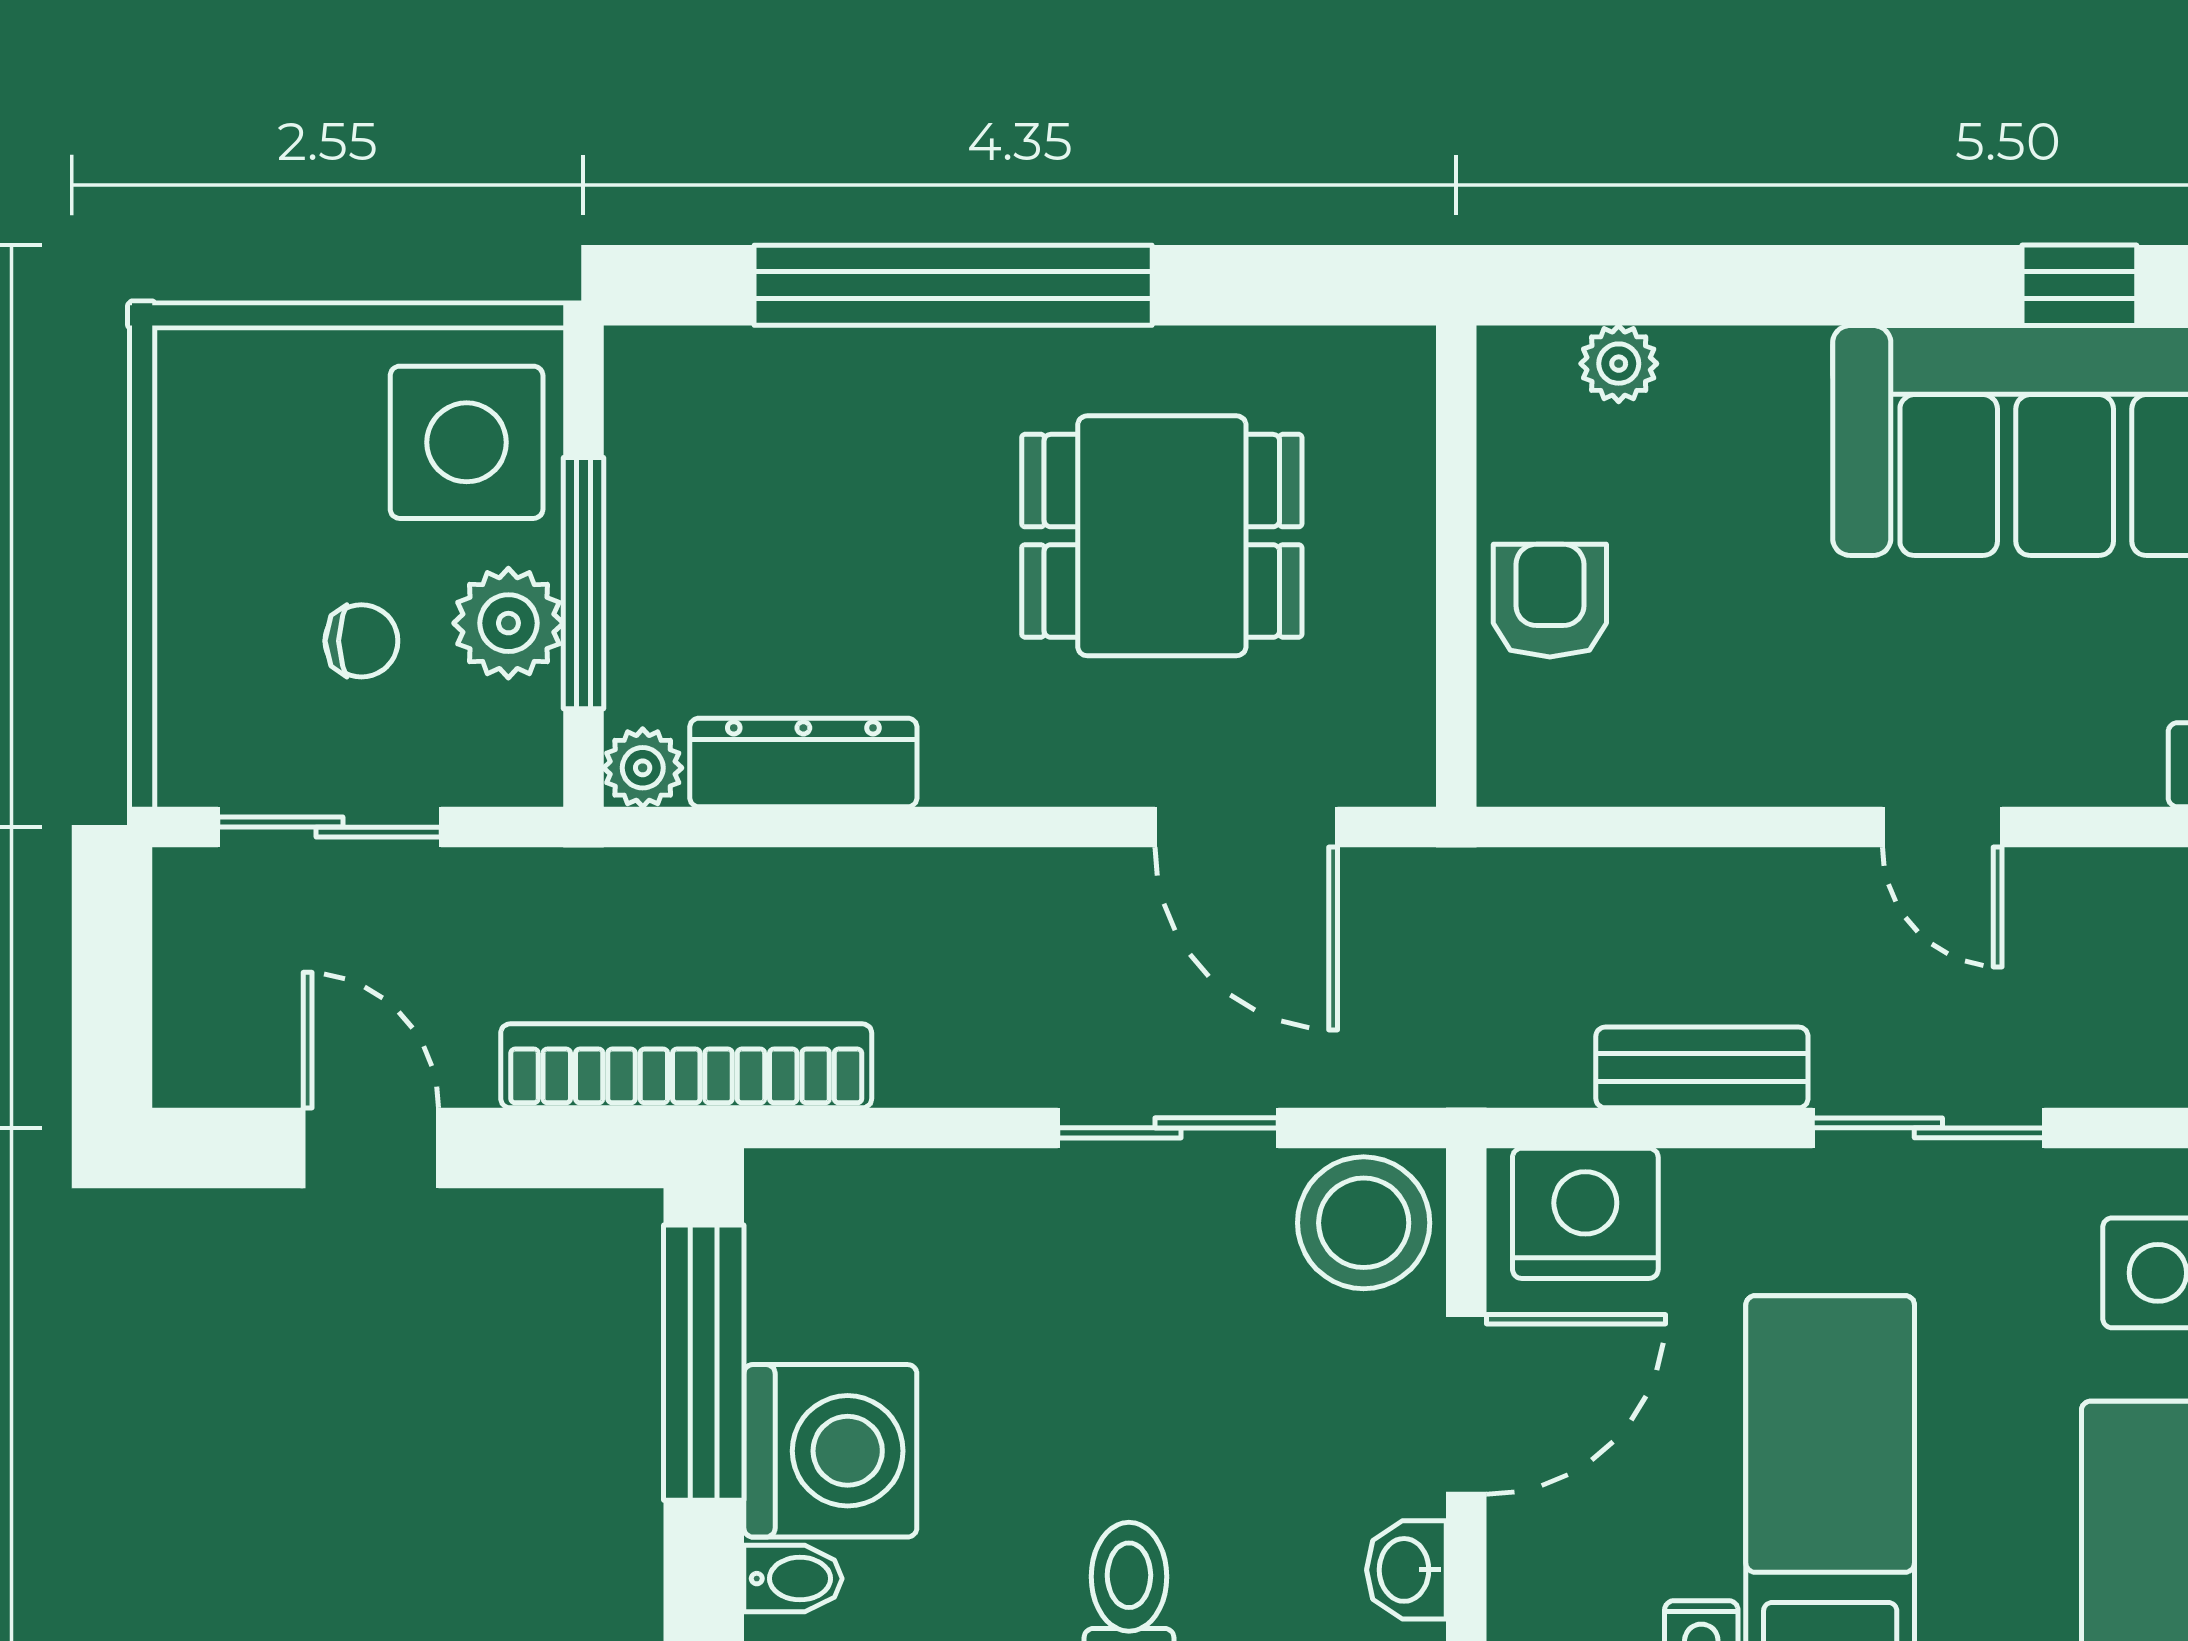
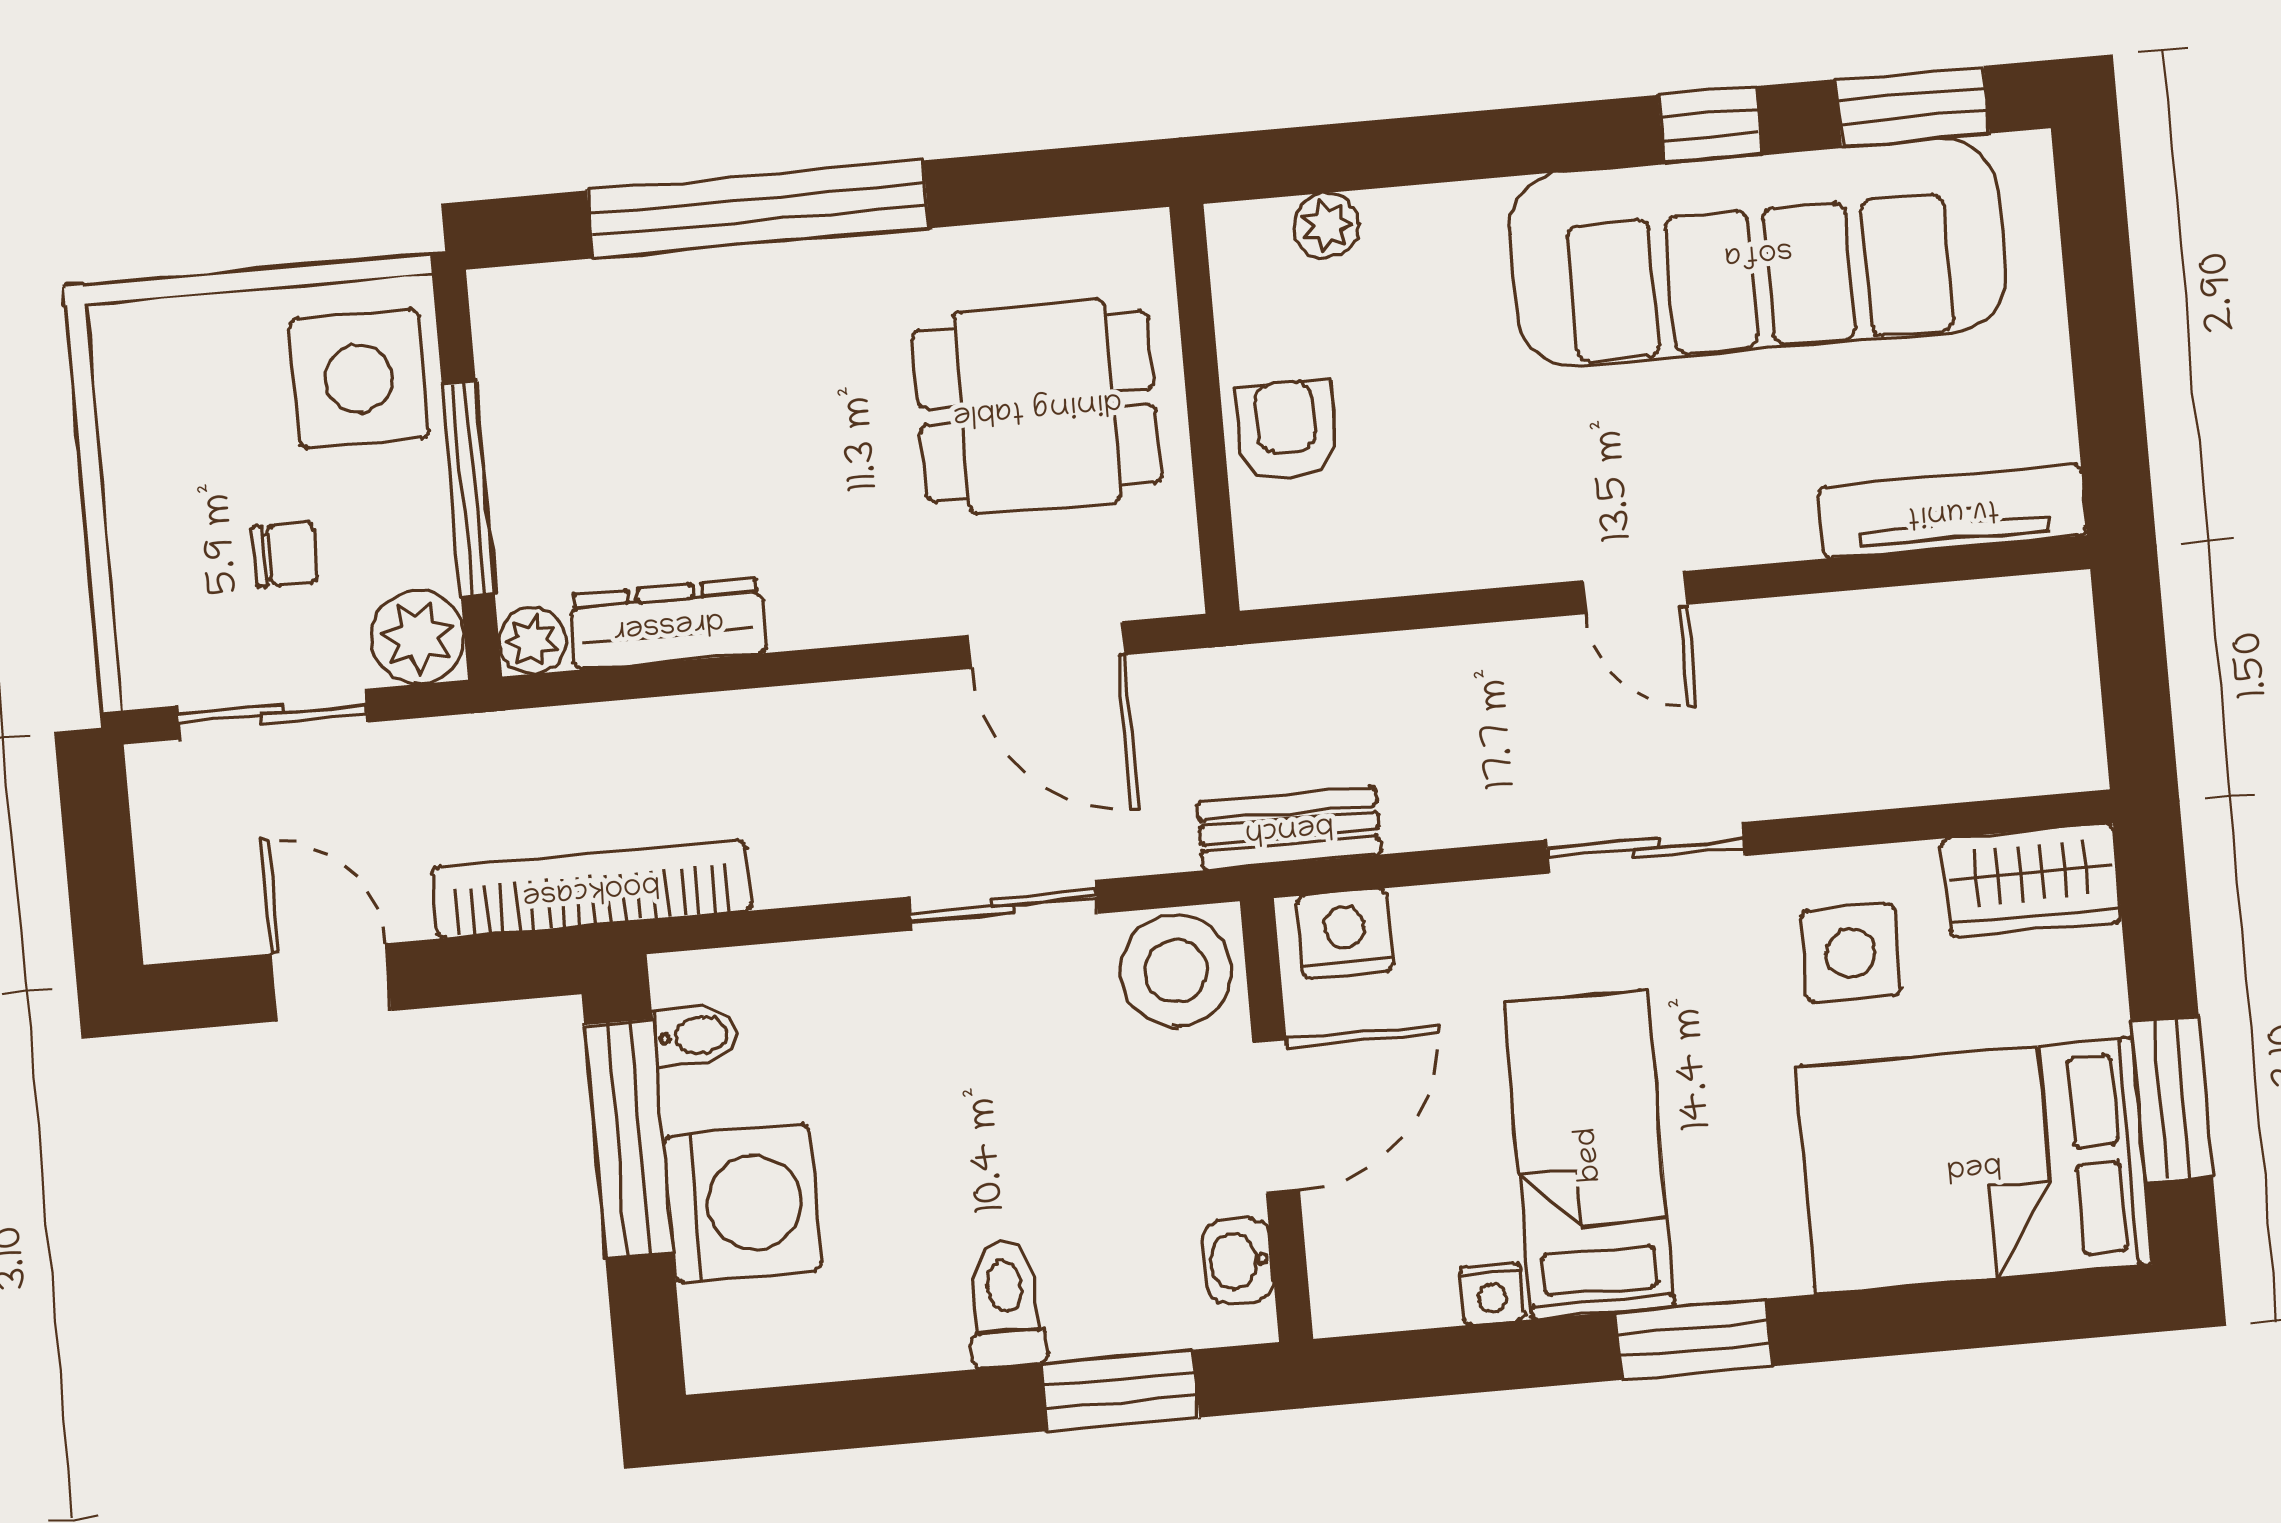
dining table: (1162, 536) -> (1037, 407), moved
plant: (508, 623) -> (418, 637), moved
bench: (1702, 1067) -> (1289, 828), moved
nightstand: (1585, 1213) -> (1345, 934), width x0.74, depth x0.75
bidet: (793, 1579) -> (696, 1036), moved

